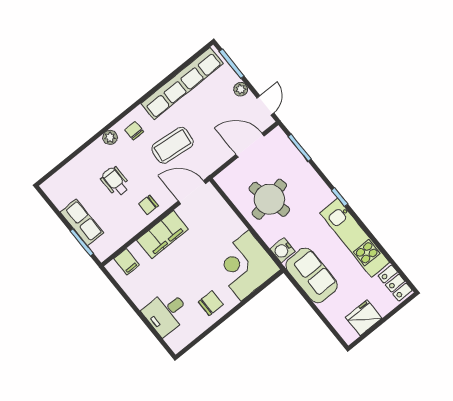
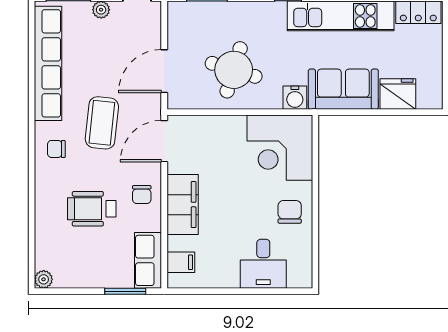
plant: (110, 137) -> (44, 279), moved
door: (250, 145) -> (164, 71), moved
wheelchair: (115, 181) -> (92, 209), width x1.36, depth x1.37
round table: (269, 199) -> (234, 70), turned 30
row of seats: (82, 222) -> (148, 260), moved, turned -90
fridge: (364, 318) -> (398, 94), moved, turned 90

